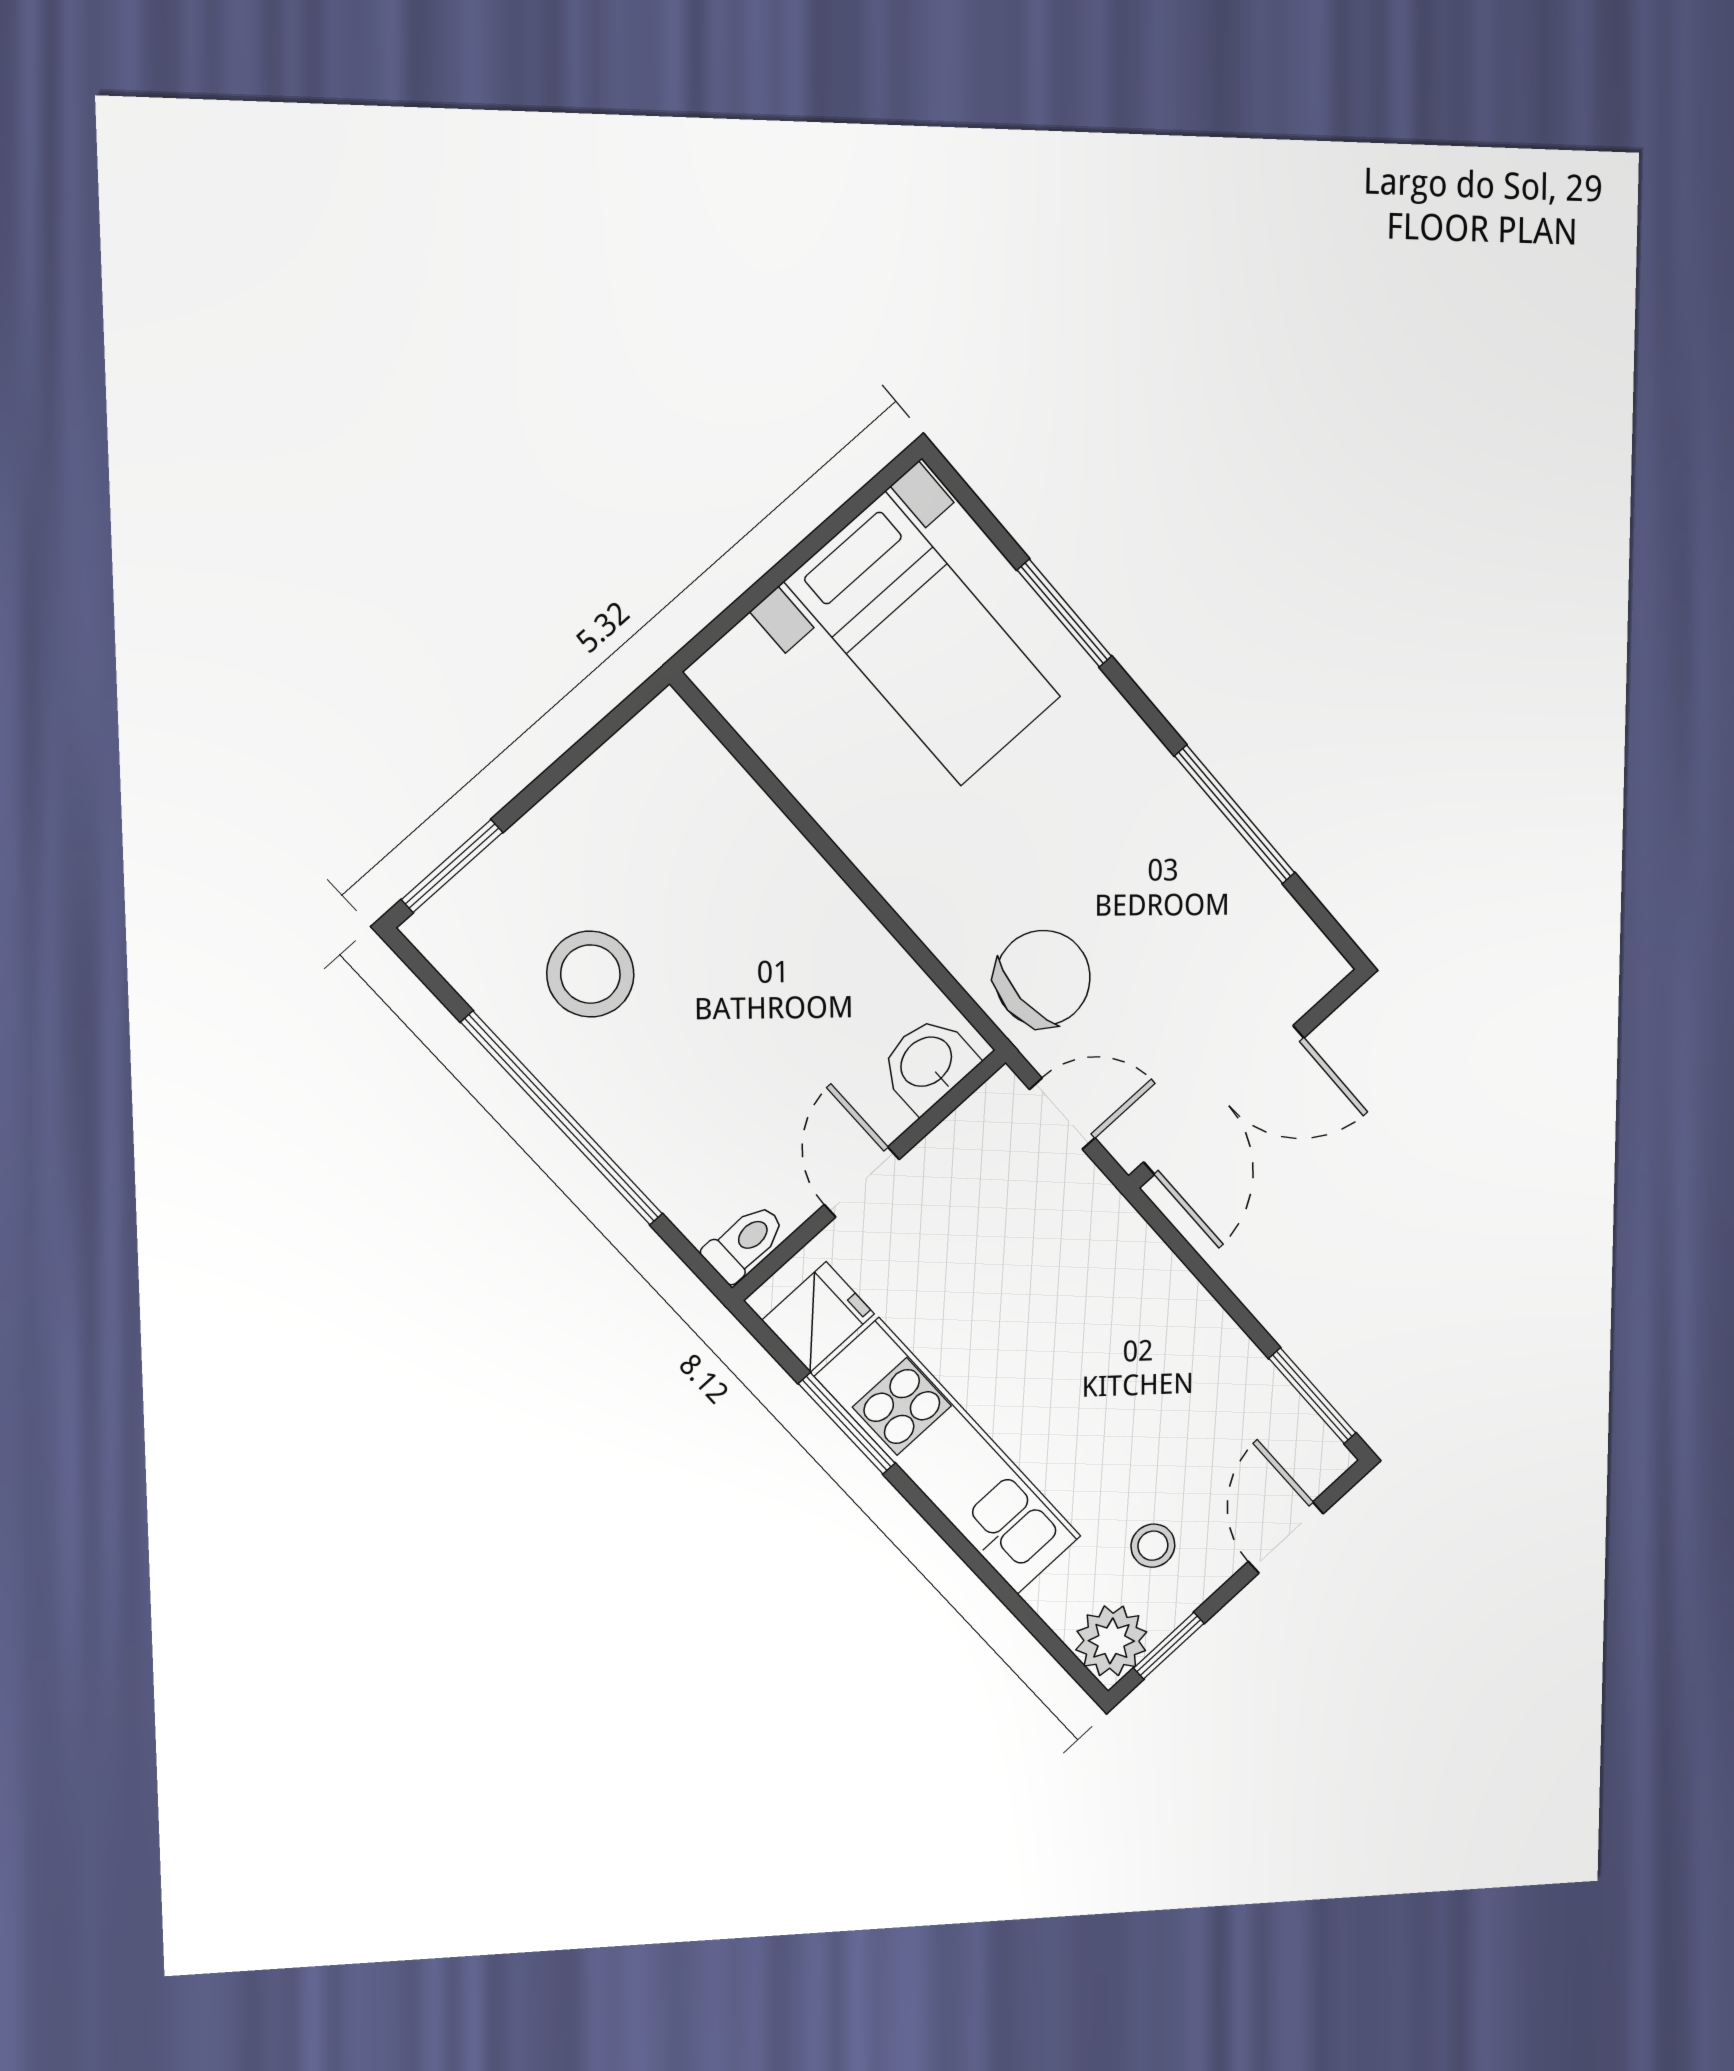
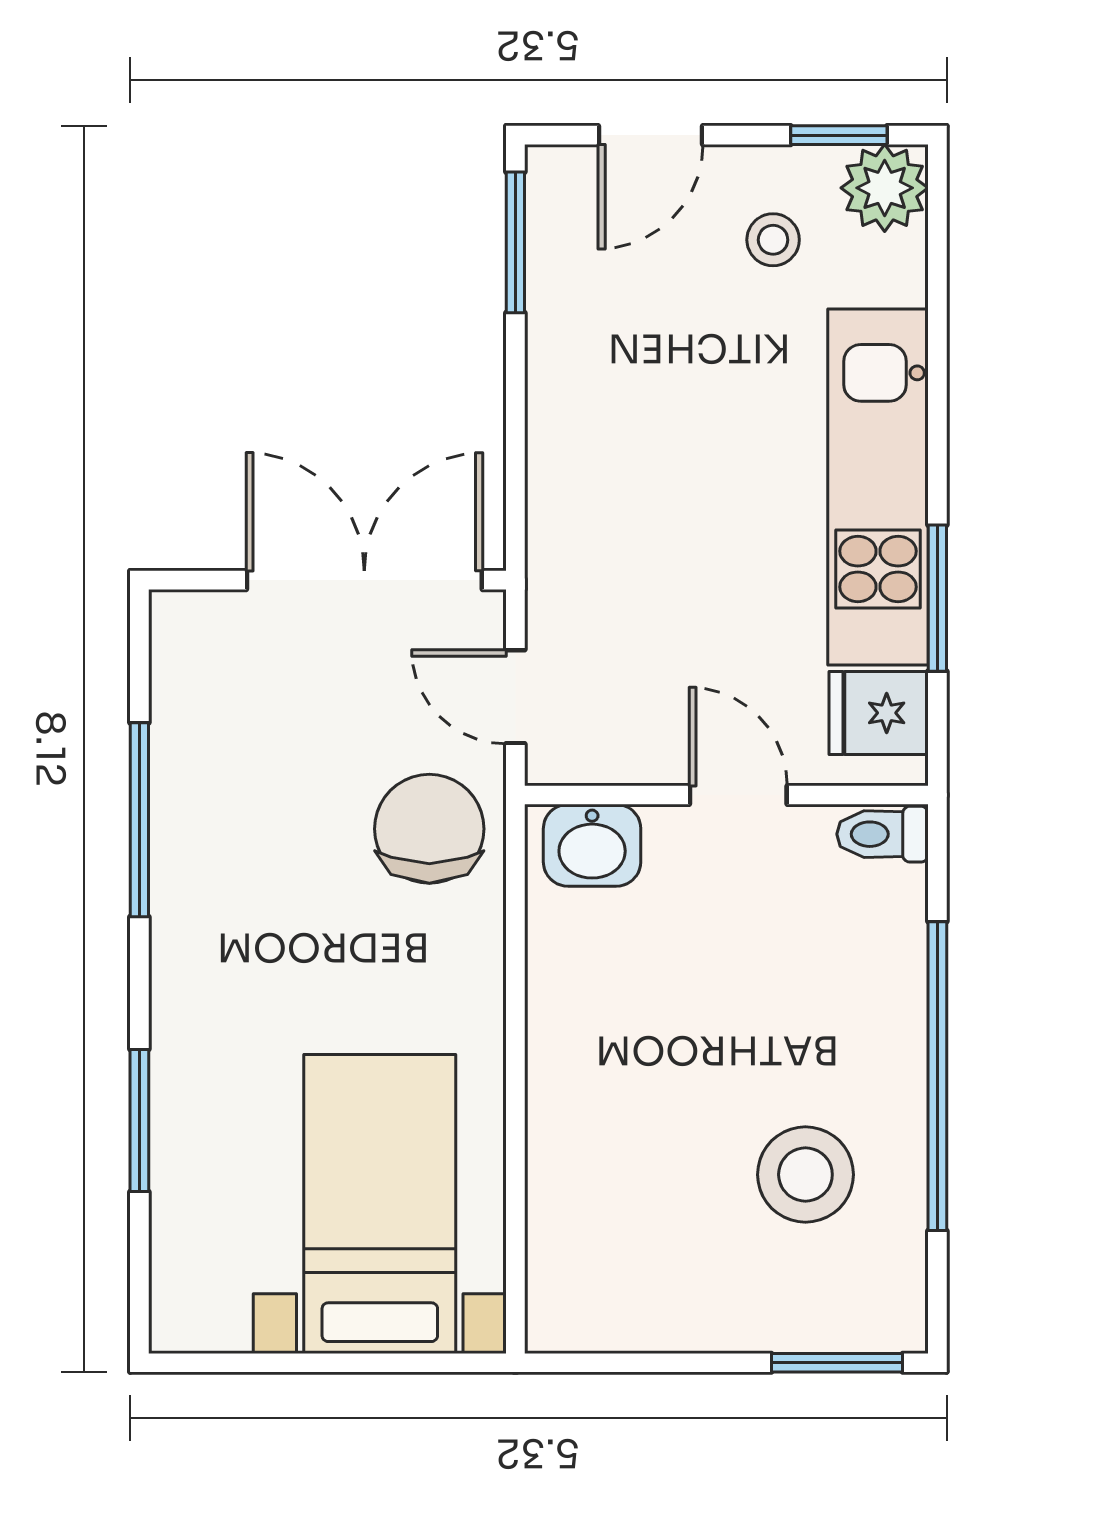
bed with nightstands: (923, 640) -> (380, 1204), moved
chair: (1043, 978) -> (429, 829), turned 90
door: (862, 1182) -> (738, 795), swing flipped

